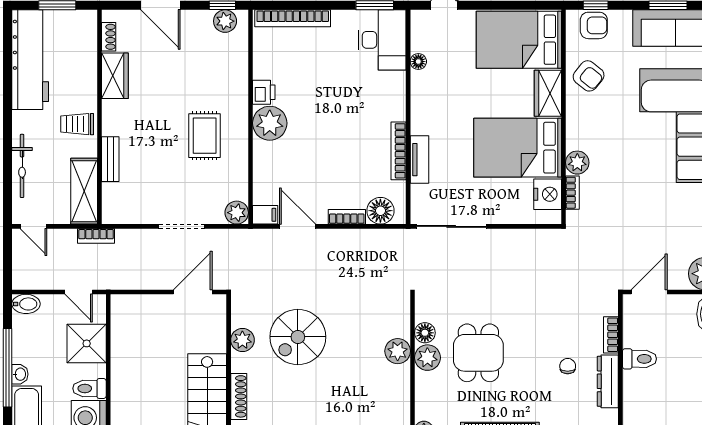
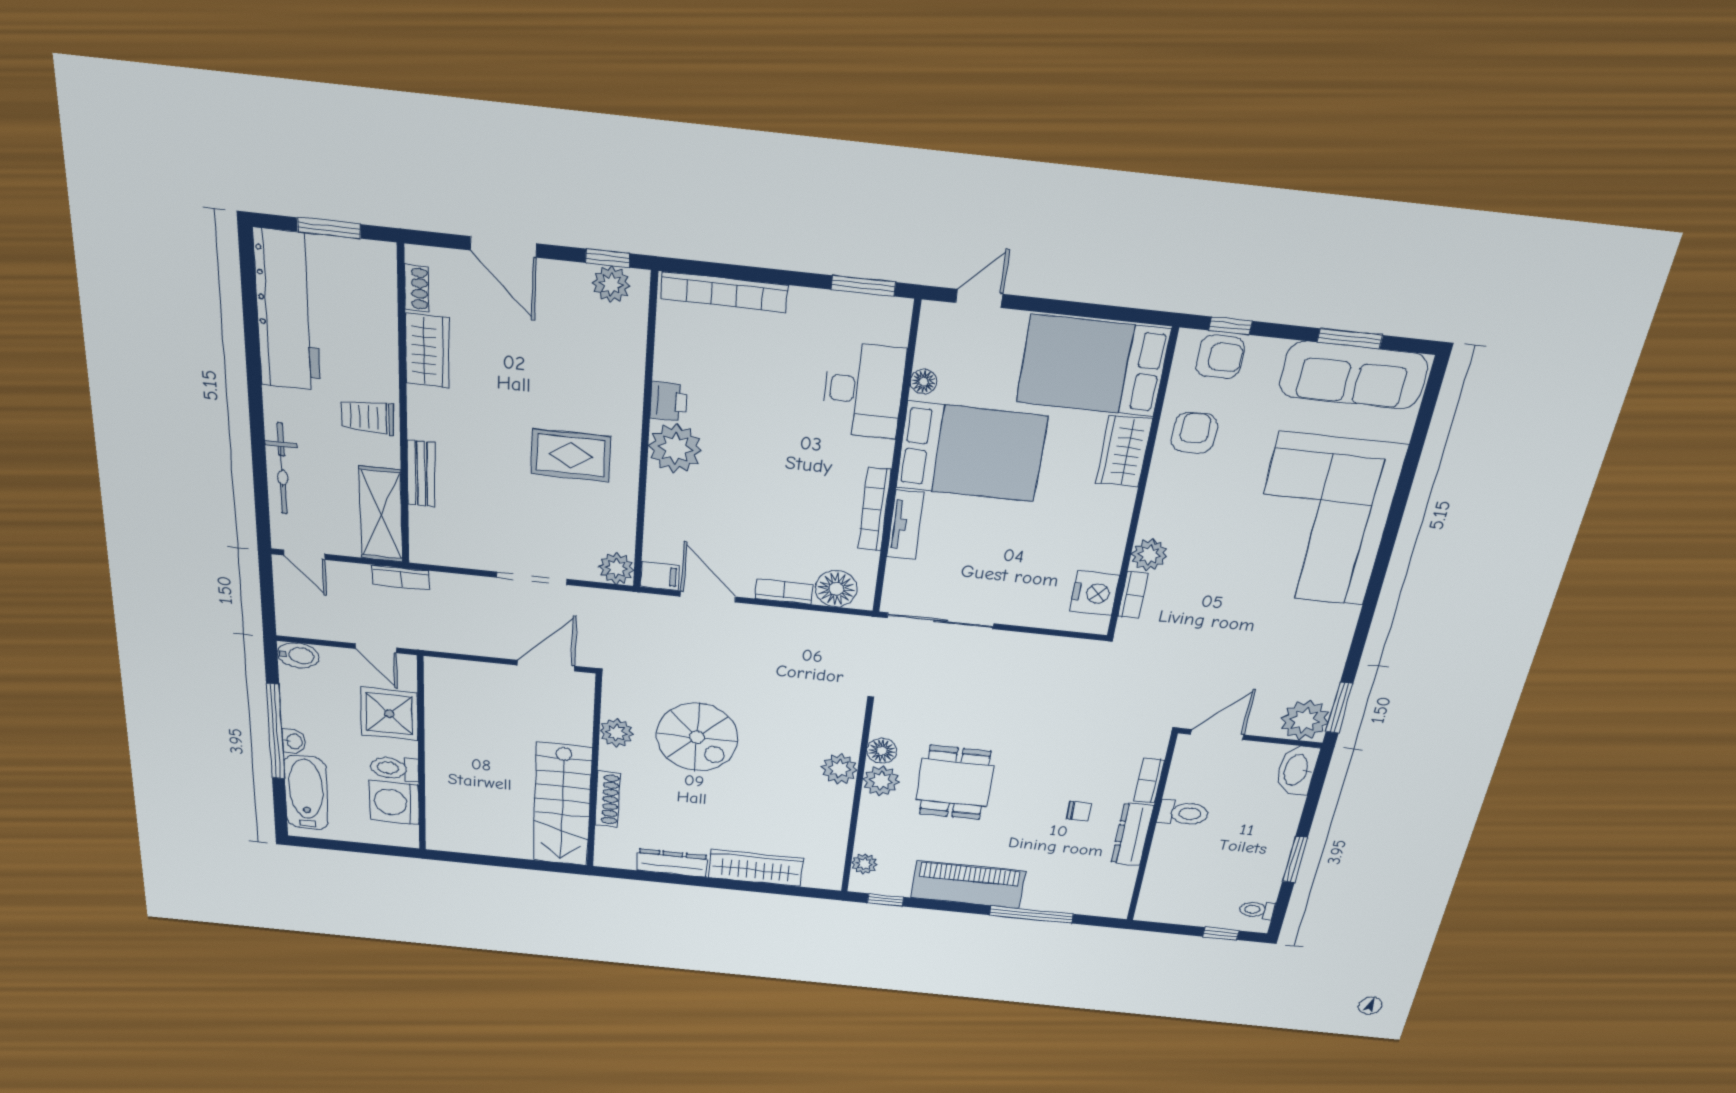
desk: (382, 40) -> (863, 390), moved
armchair: (589, 76) -> (1194, 433), turned -129
rug: (205, 136) -> (571, 455), turned 90
bed: (518, 148) -> (971, 452), moved, turned 180
spiral stairs: (298, 337) -> (697, 737), turned -90
chair: (568, 366) -> (1079, 811), turned 90

